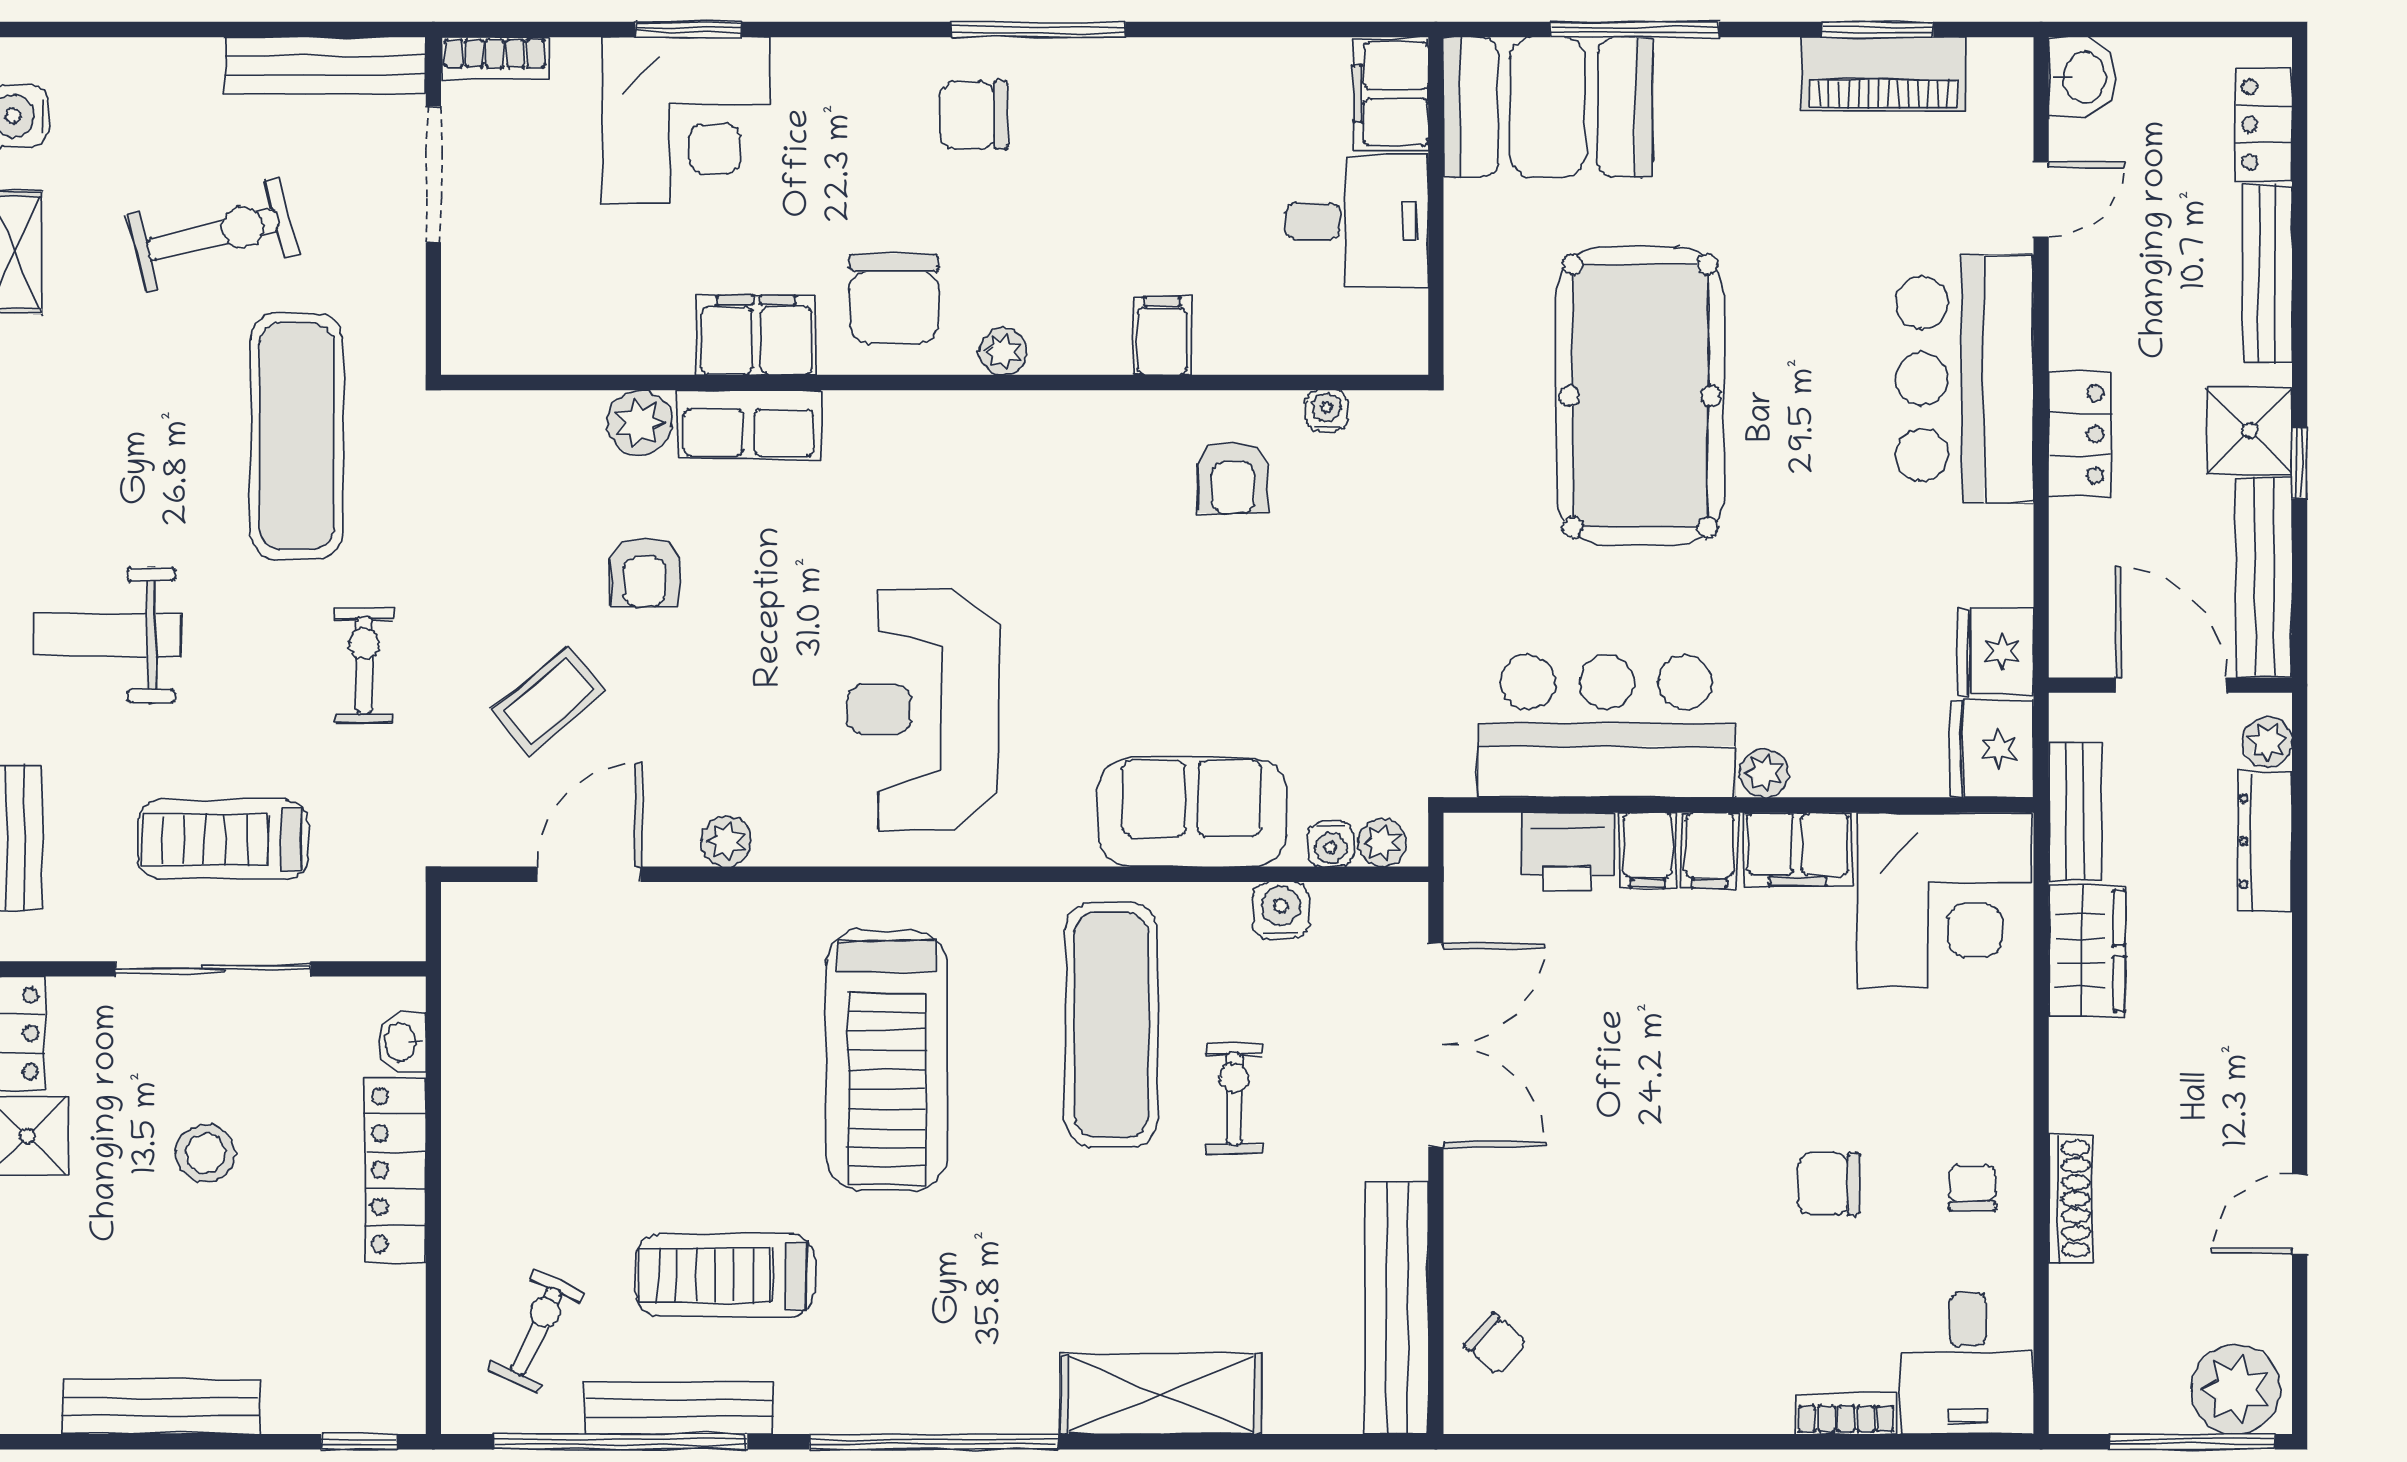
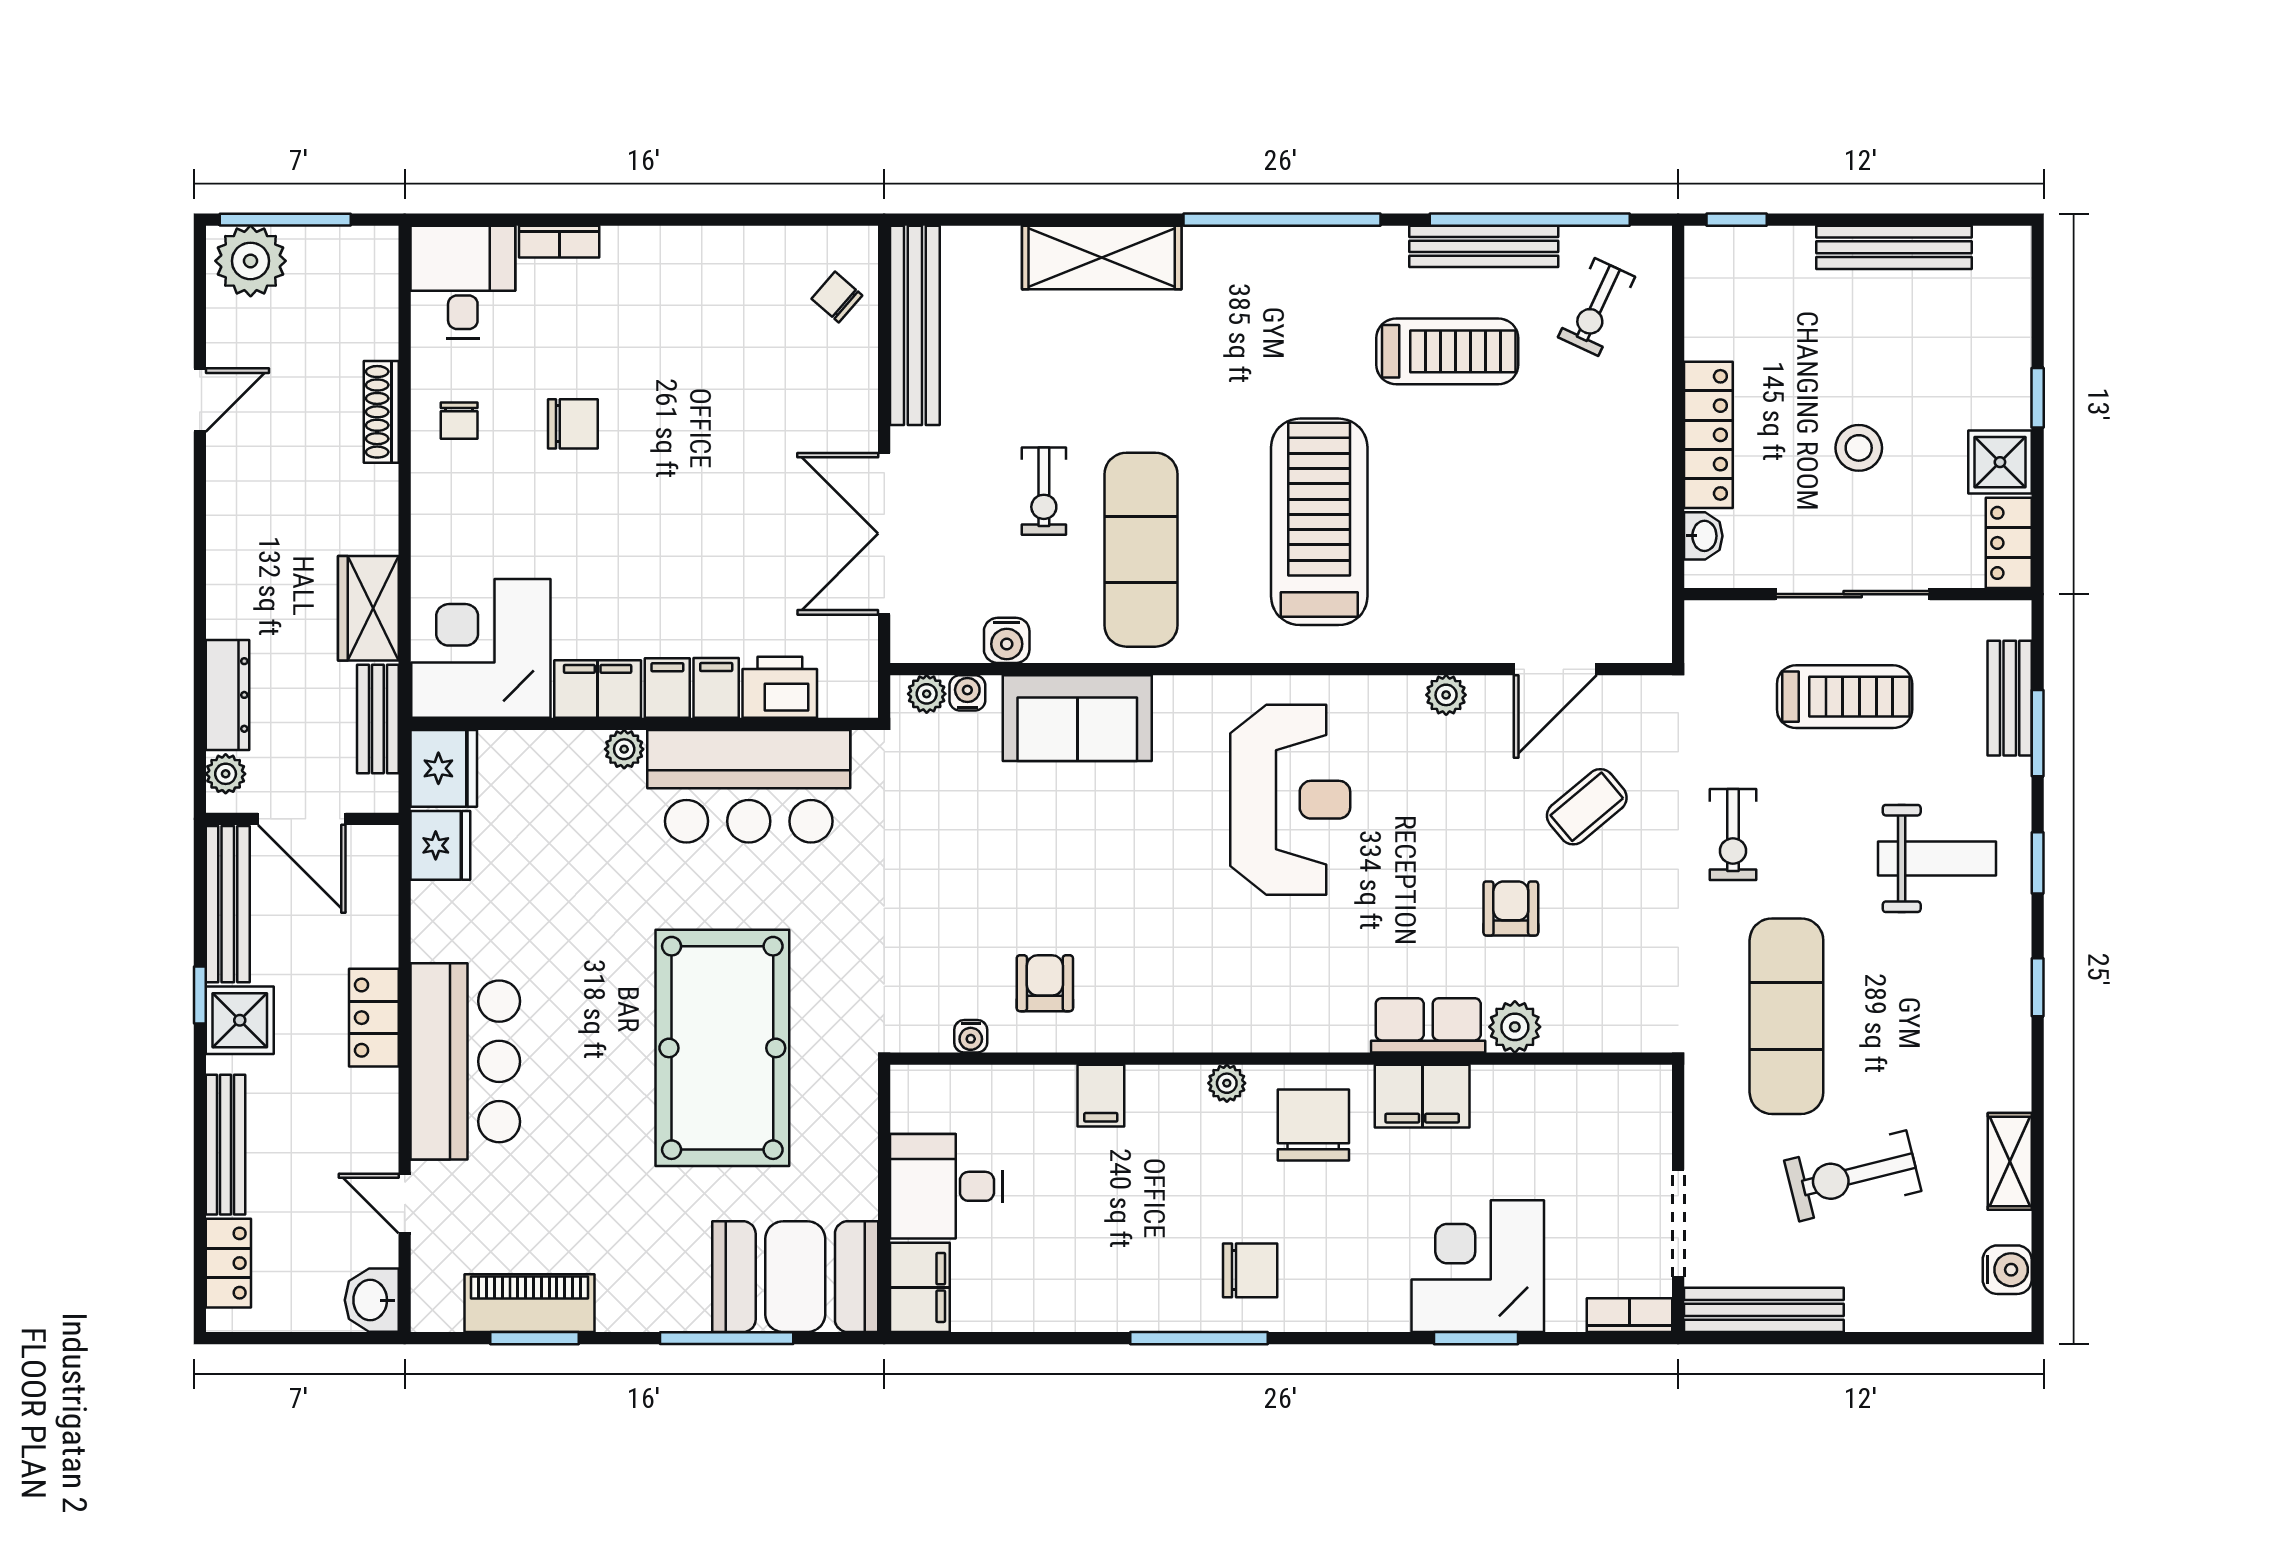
door: (2041, 200) -> (405, 1203), hinge flipped

